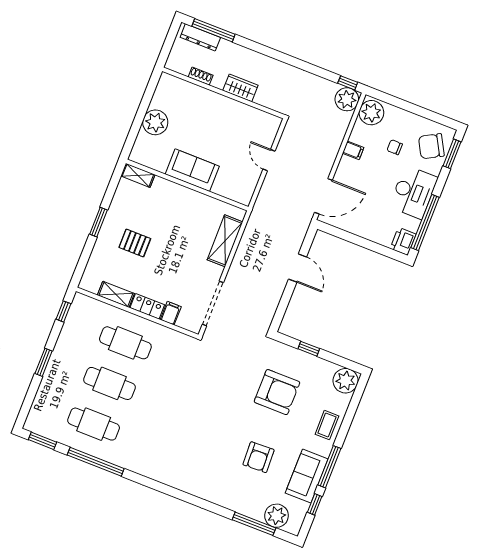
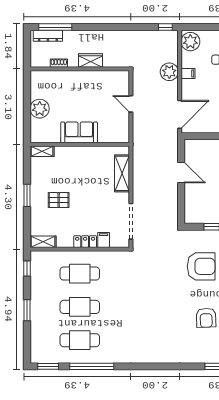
plant: (347, 99) -> (169, 72), moved
shelving: (116, 294) -> (43, 242), moved

